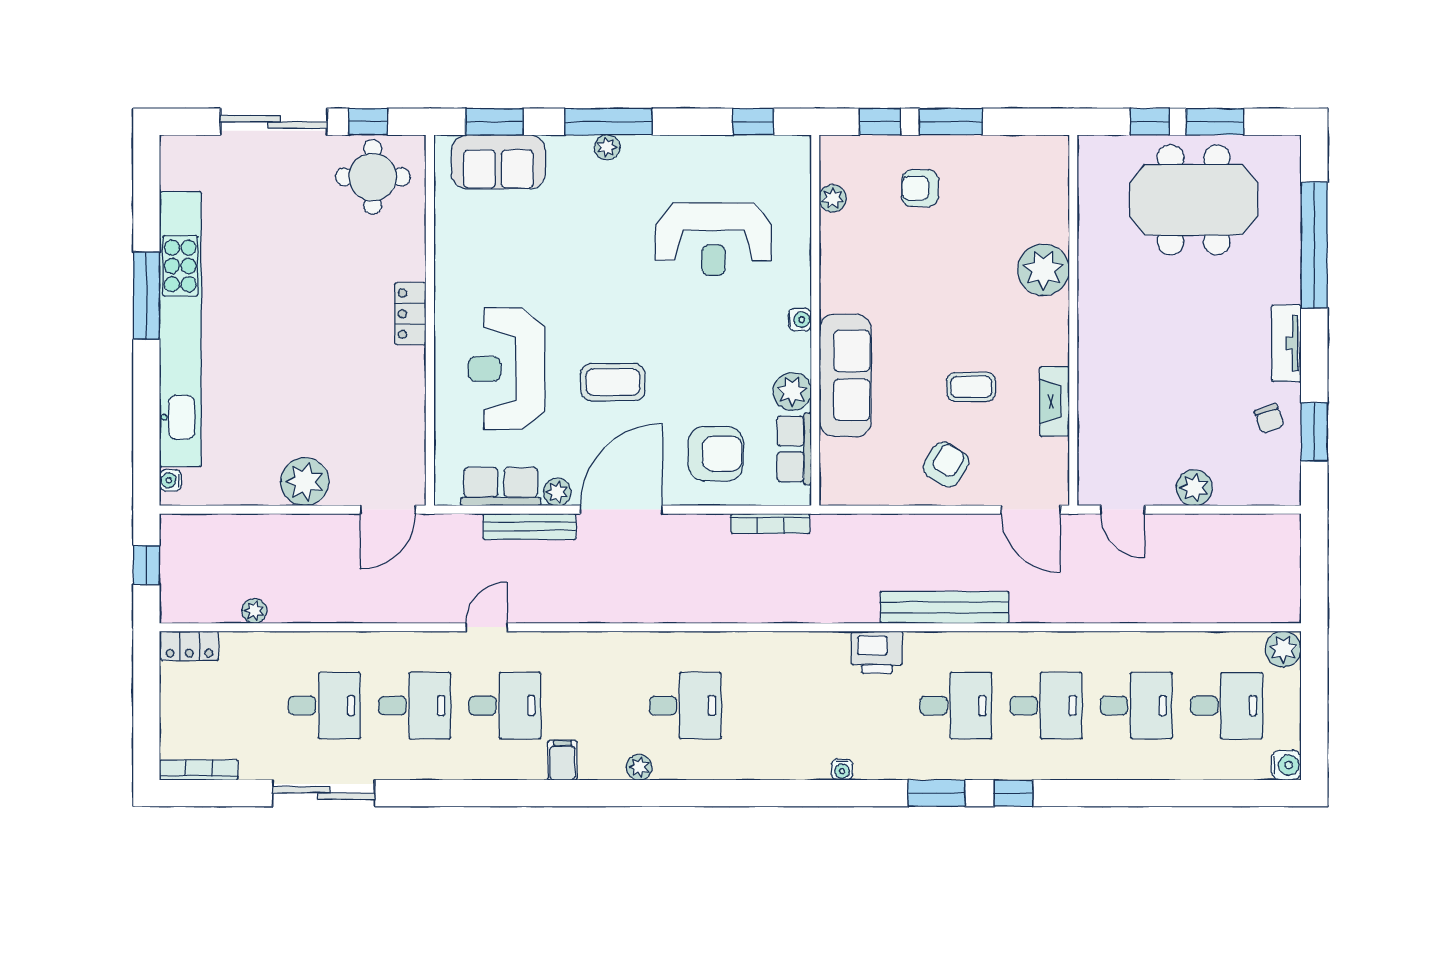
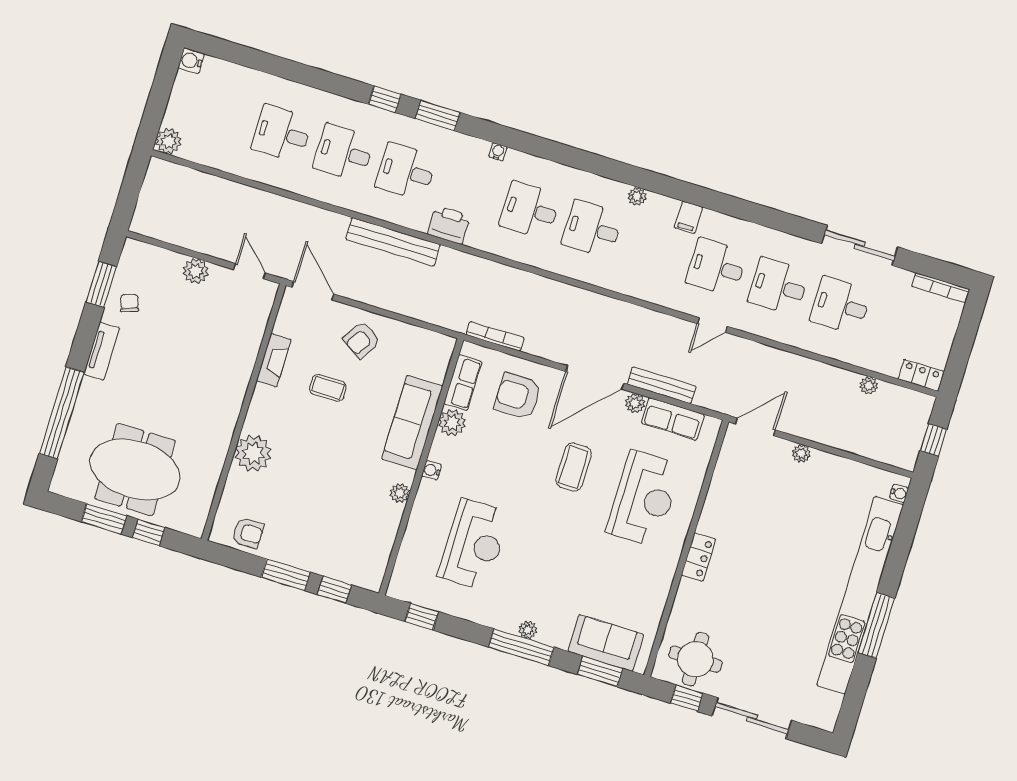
armchair: (920, 188) -> (248, 533), moved
plant: (833, 198) -> (400, 493), moved
reception desk: (714, 239) -> (474, 544), turned 90
coffee table: (613, 382) -> (574, 467), turned 90
plant: (305, 482) -> (801, 454), width x0.53, depth x0.53
desk: (1226, 706) -> (530, 210), moved

